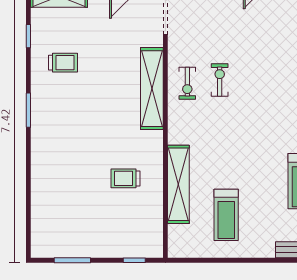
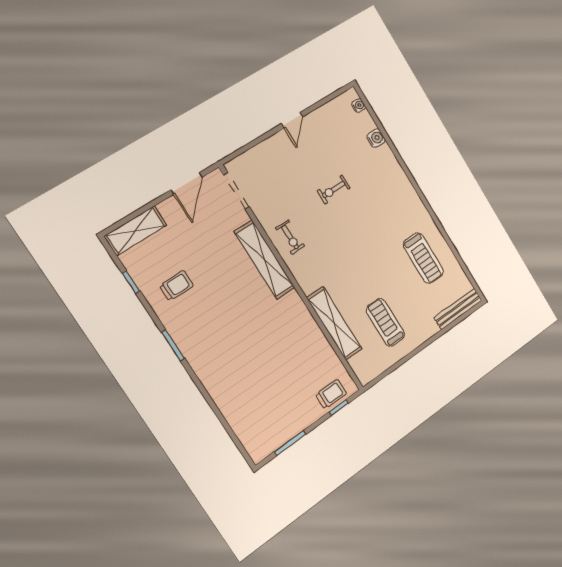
exercise bike: (220, 80) -> (334, 190), moved, turned -90
trolley: (126, 178) -> (331, 394), moved, turned 180
treadmill: (226, 215) -> (385, 322), turned 180

